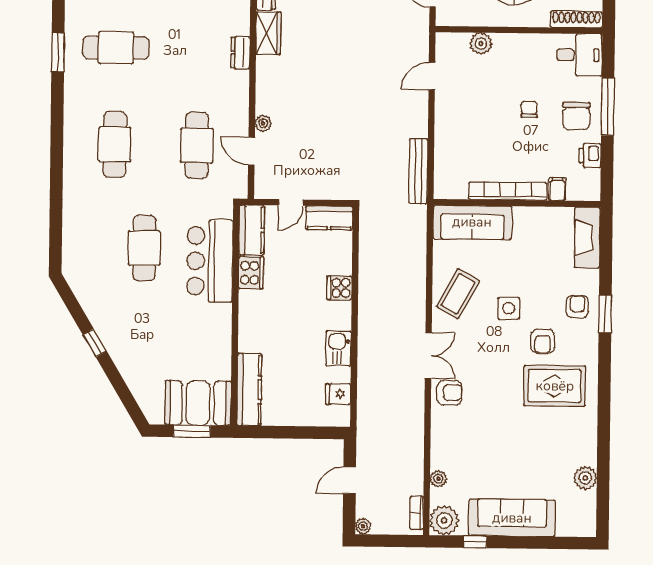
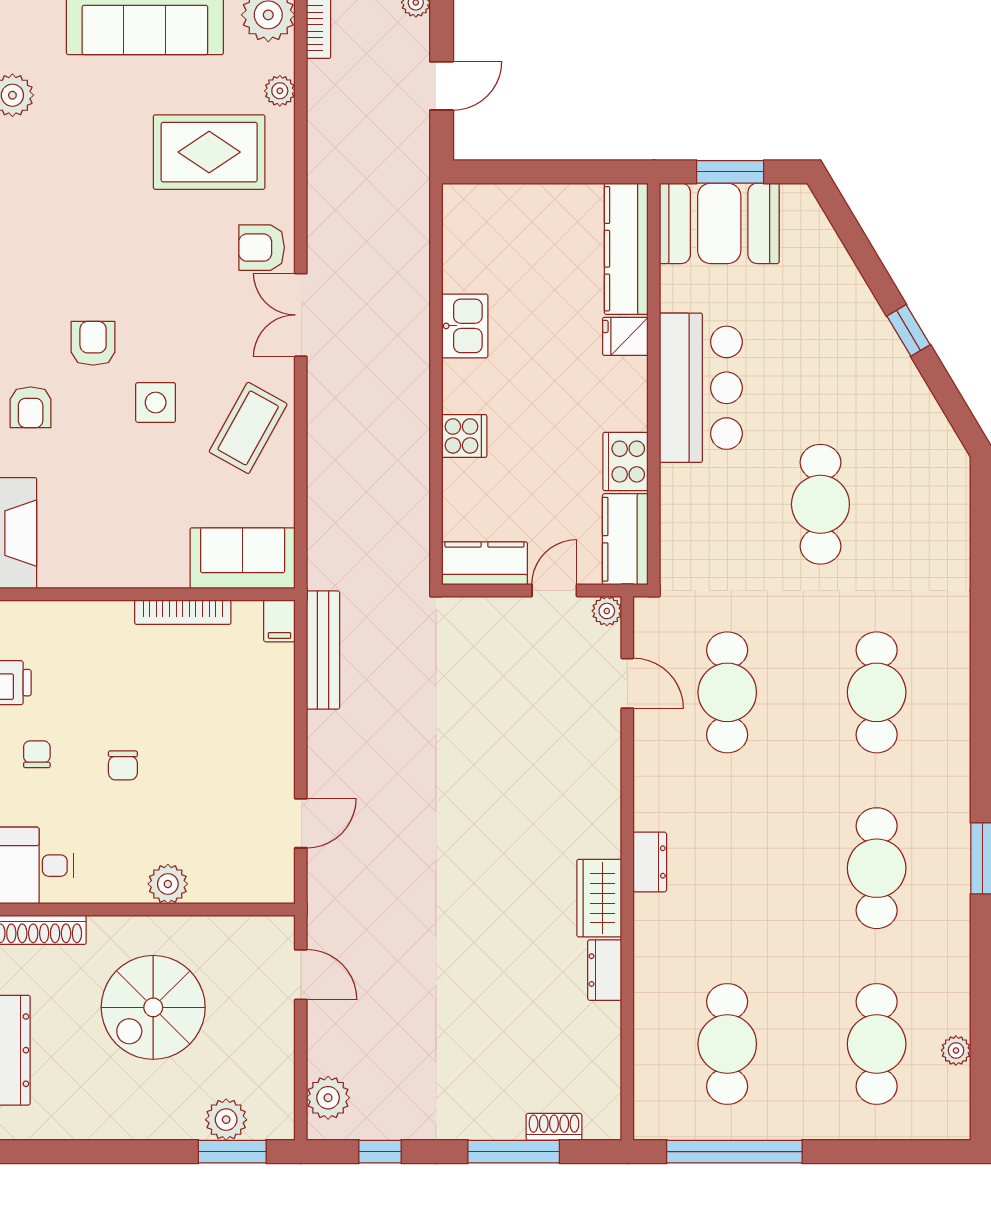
plant: (481, 44) -> (168, 884), moved
cafe table: (116, 48) -> (877, 868), turned 90
chair: (576, 116) -> (37, 754), width x0.54, depth x0.54
plant: (263, 123) -> (607, 611), moved
filing cabinet: (557, 189) -> (279, 621), moved
bookcase: (508, 191) -> (183, 612), width x0.68, depth x0.76
sofa: (472, 222) -> (243, 558), width x0.73
bar counter: (210, 261) -> (701, 388), moved
rug: (555, 386) -> (209, 152), moved
fridge: (338, 394) -> (625, 336), moved, turned 180

